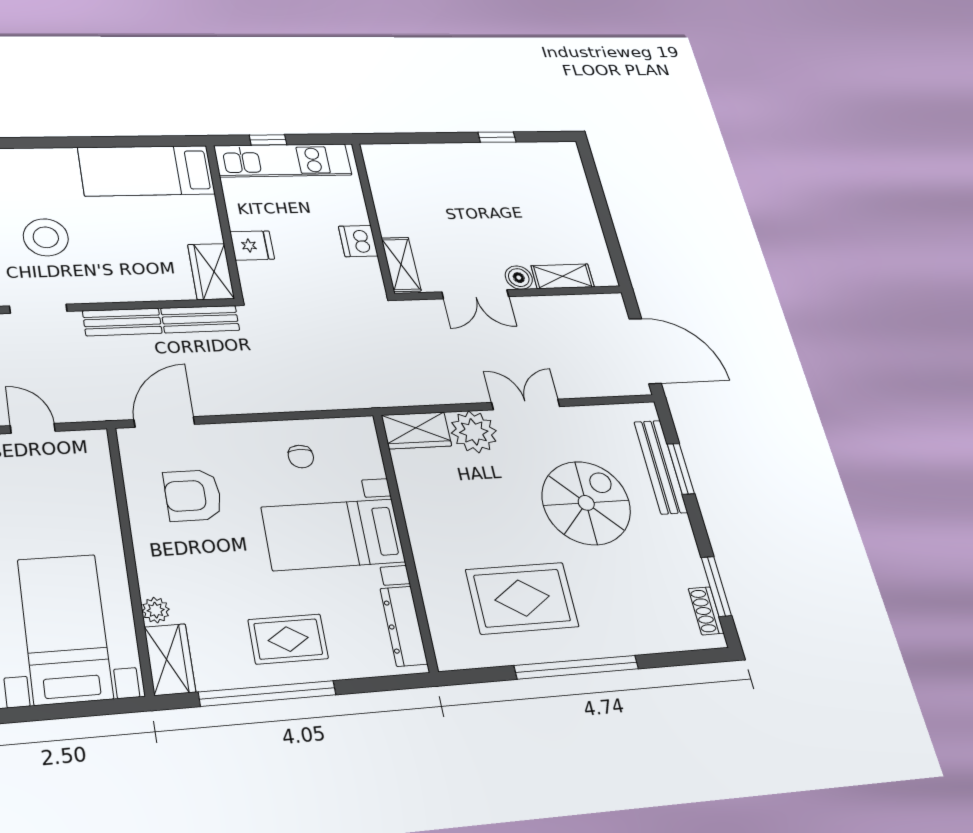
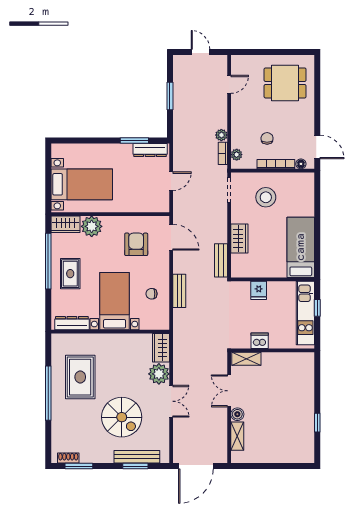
wardrobe: (211, 271) -> (239, 239), moved, turned 90
bench: (122, 322) -> (179, 291), moved
plant: (156, 610) -> (92, 226), width x1.88, depth x1.88

